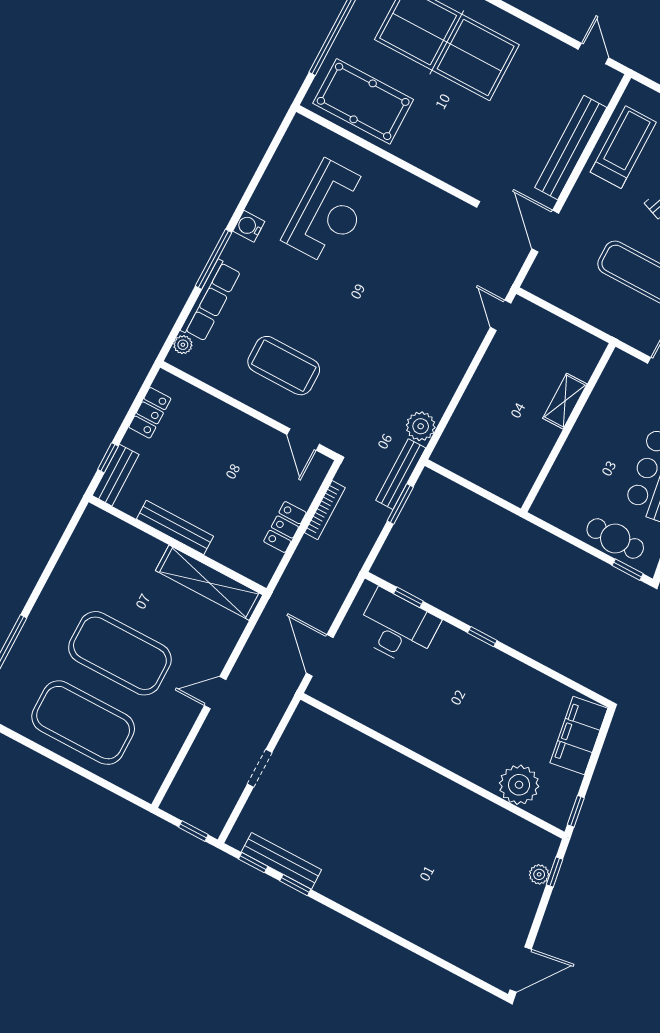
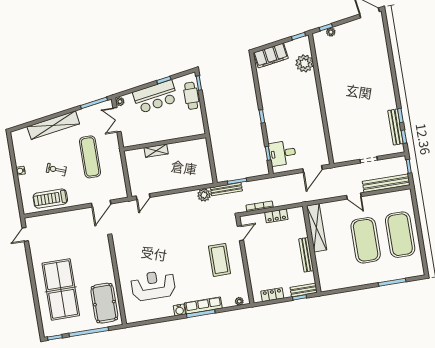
bench: (571, 147) -> (386, 183), moved
row of seats: (211, 301) -> (203, 305), moved
desk: (397, 628) -> (282, 153), width x0.73

